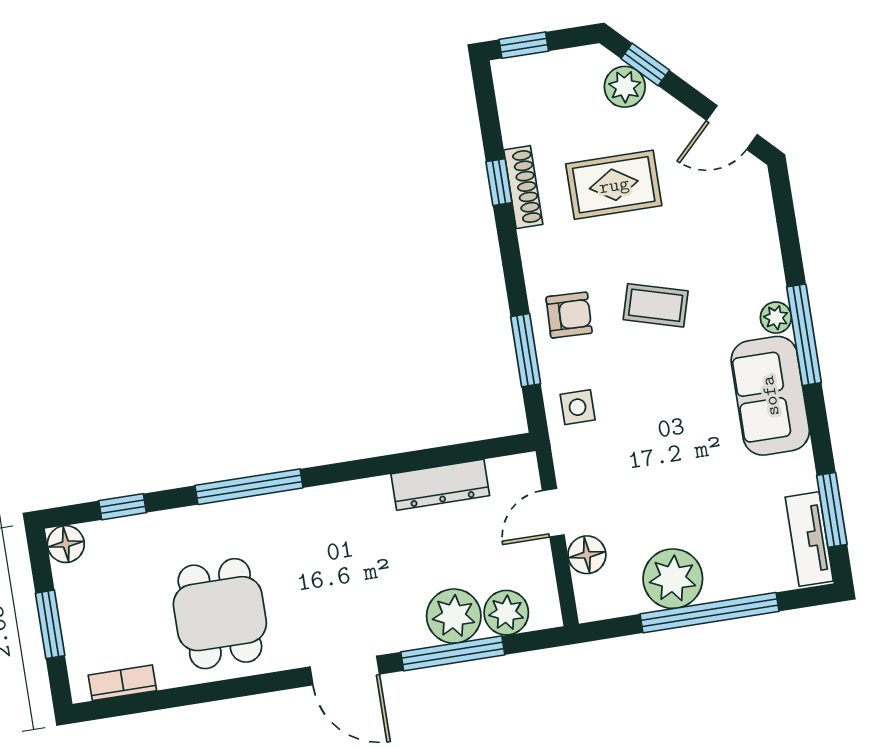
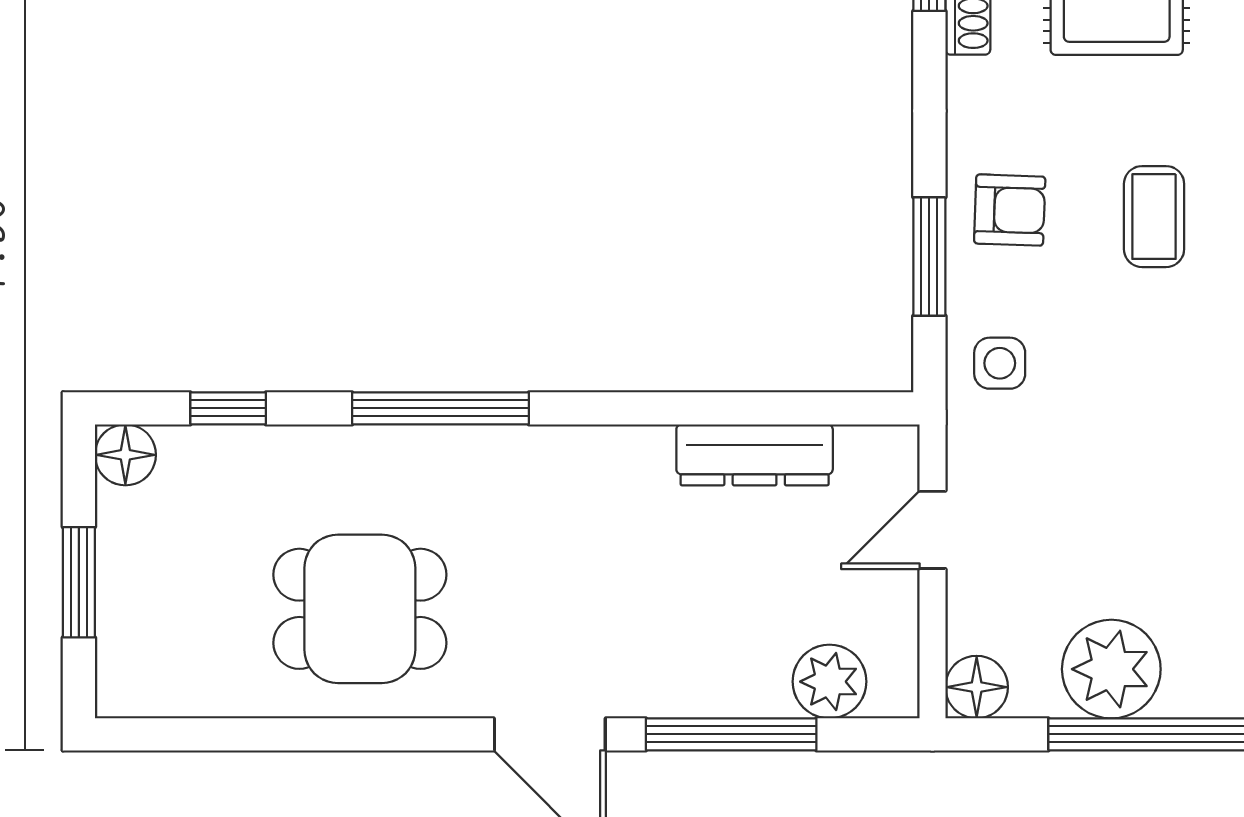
coffee table: (656, 305) -> (1154, 217), turned 74
floor lamp: (587, 555) -> (977, 687), moved
dining table: (220, 614) -> (360, 609), turned 90
plant: (454, 616) -> (743, 673), removed
bookcase: (122, 683) -> (182, 697), removed

